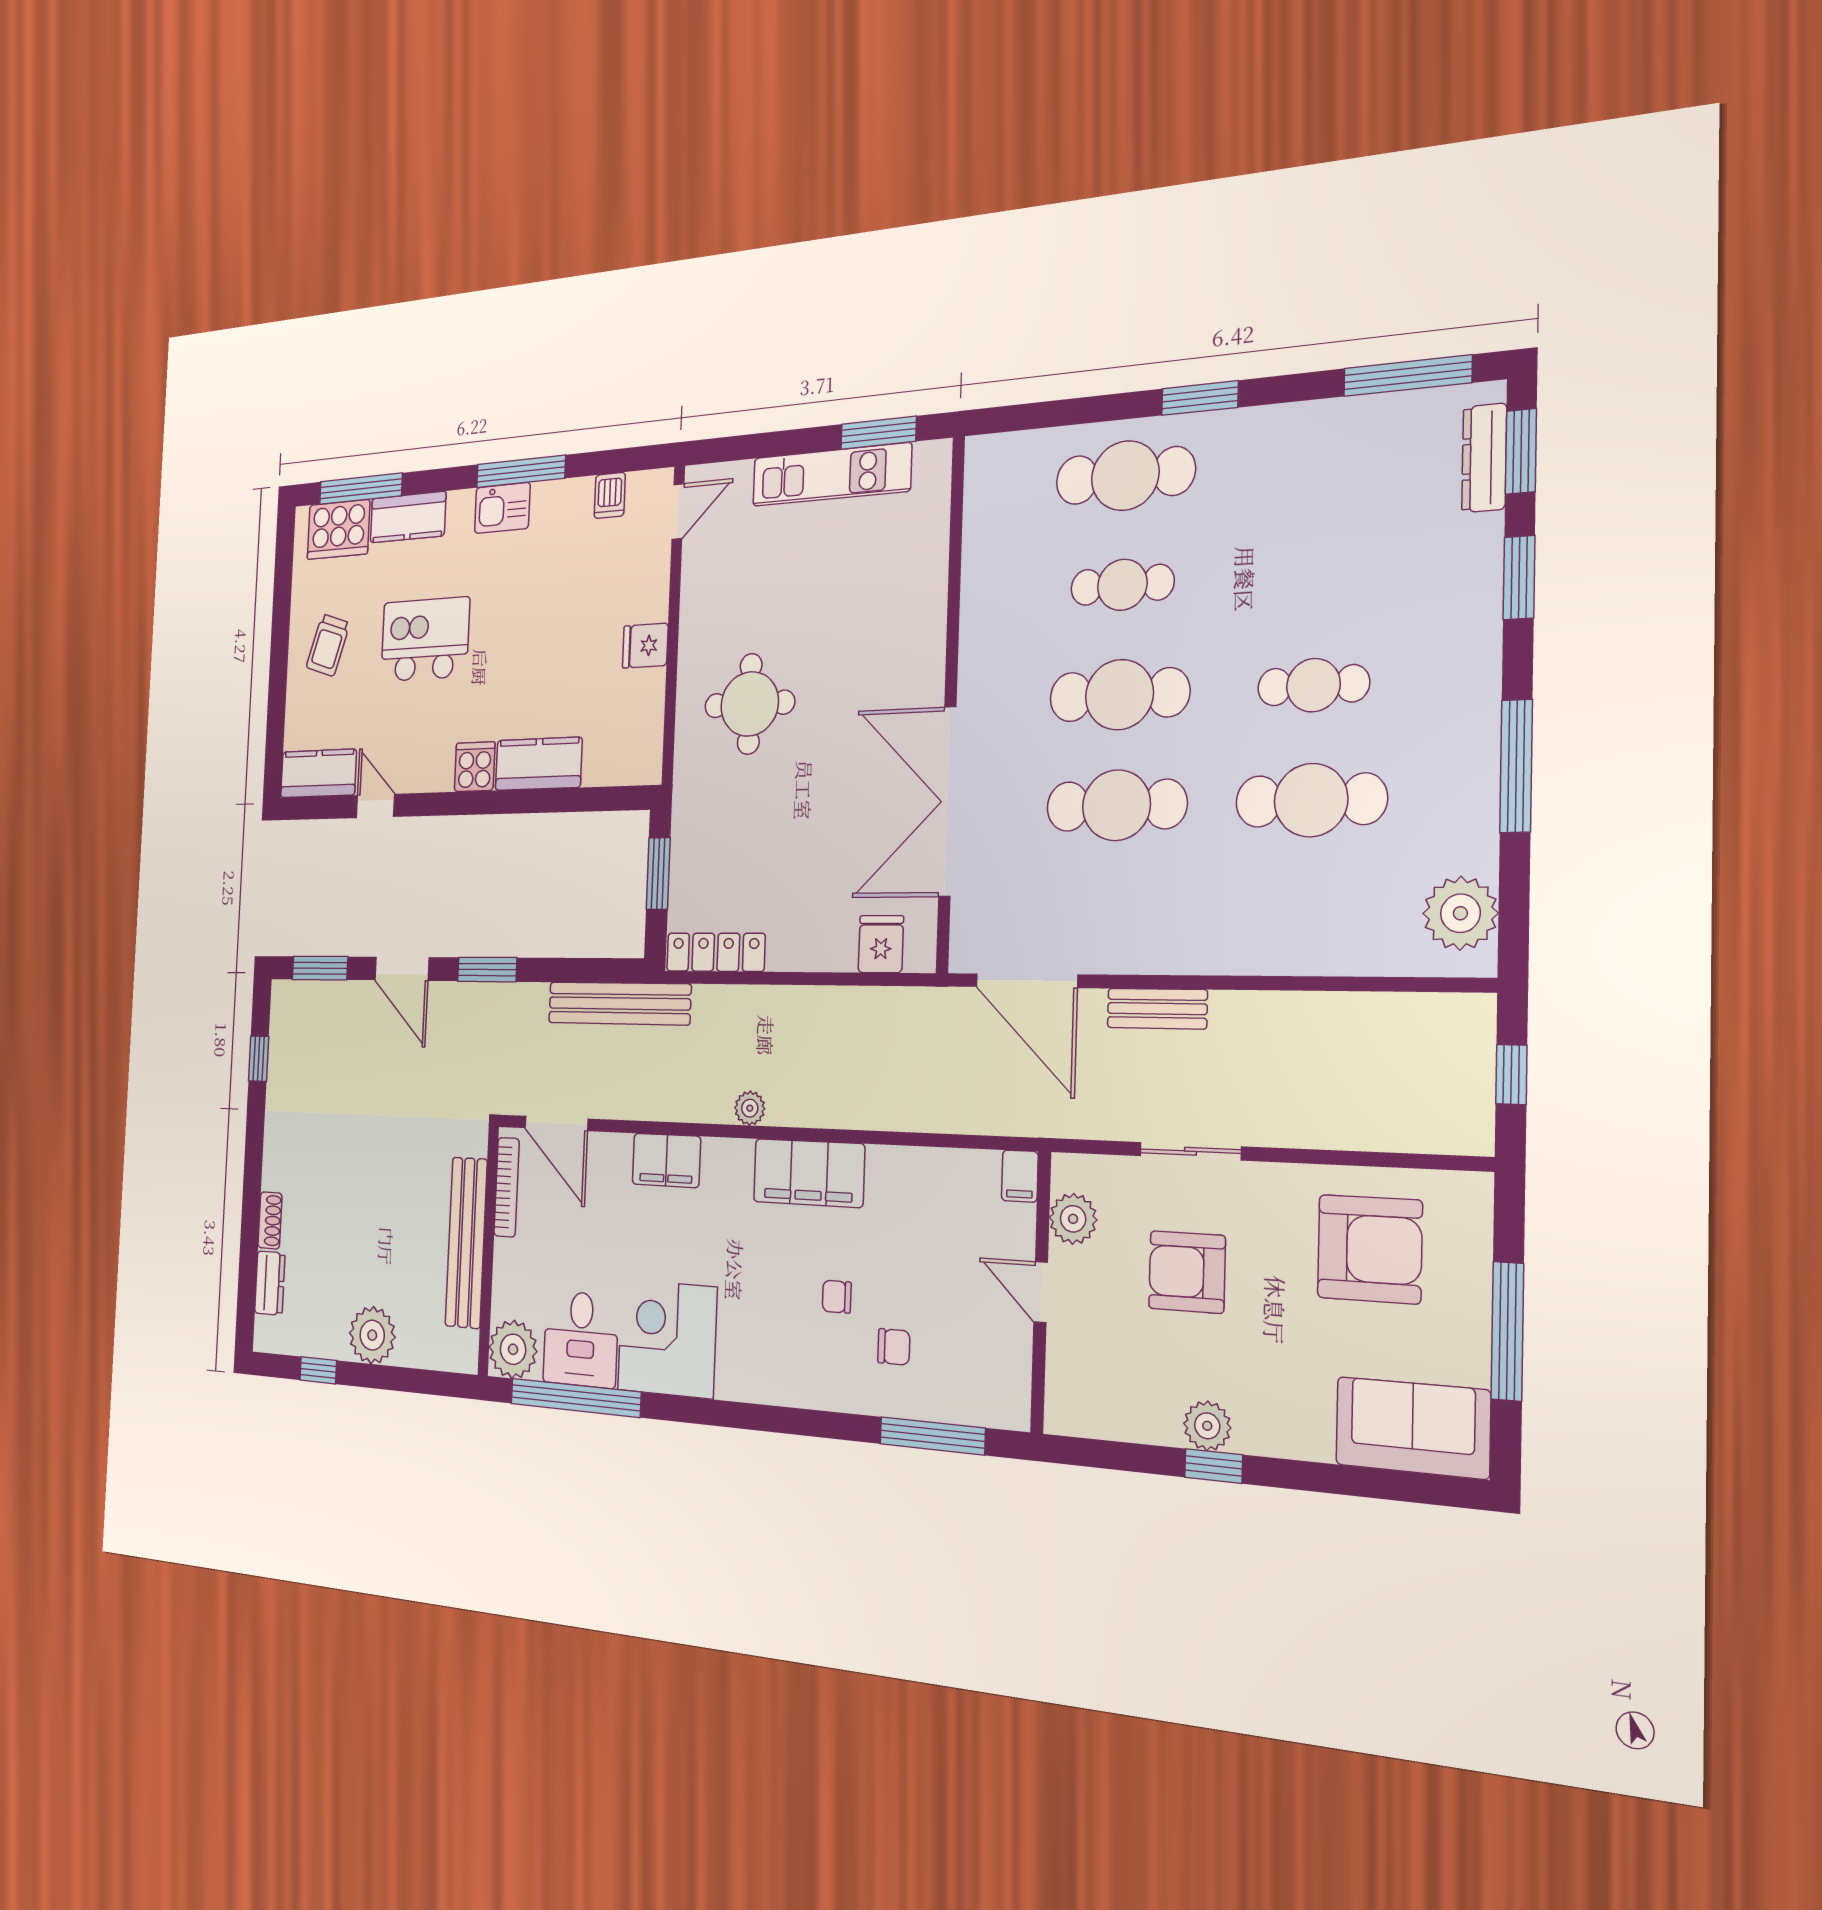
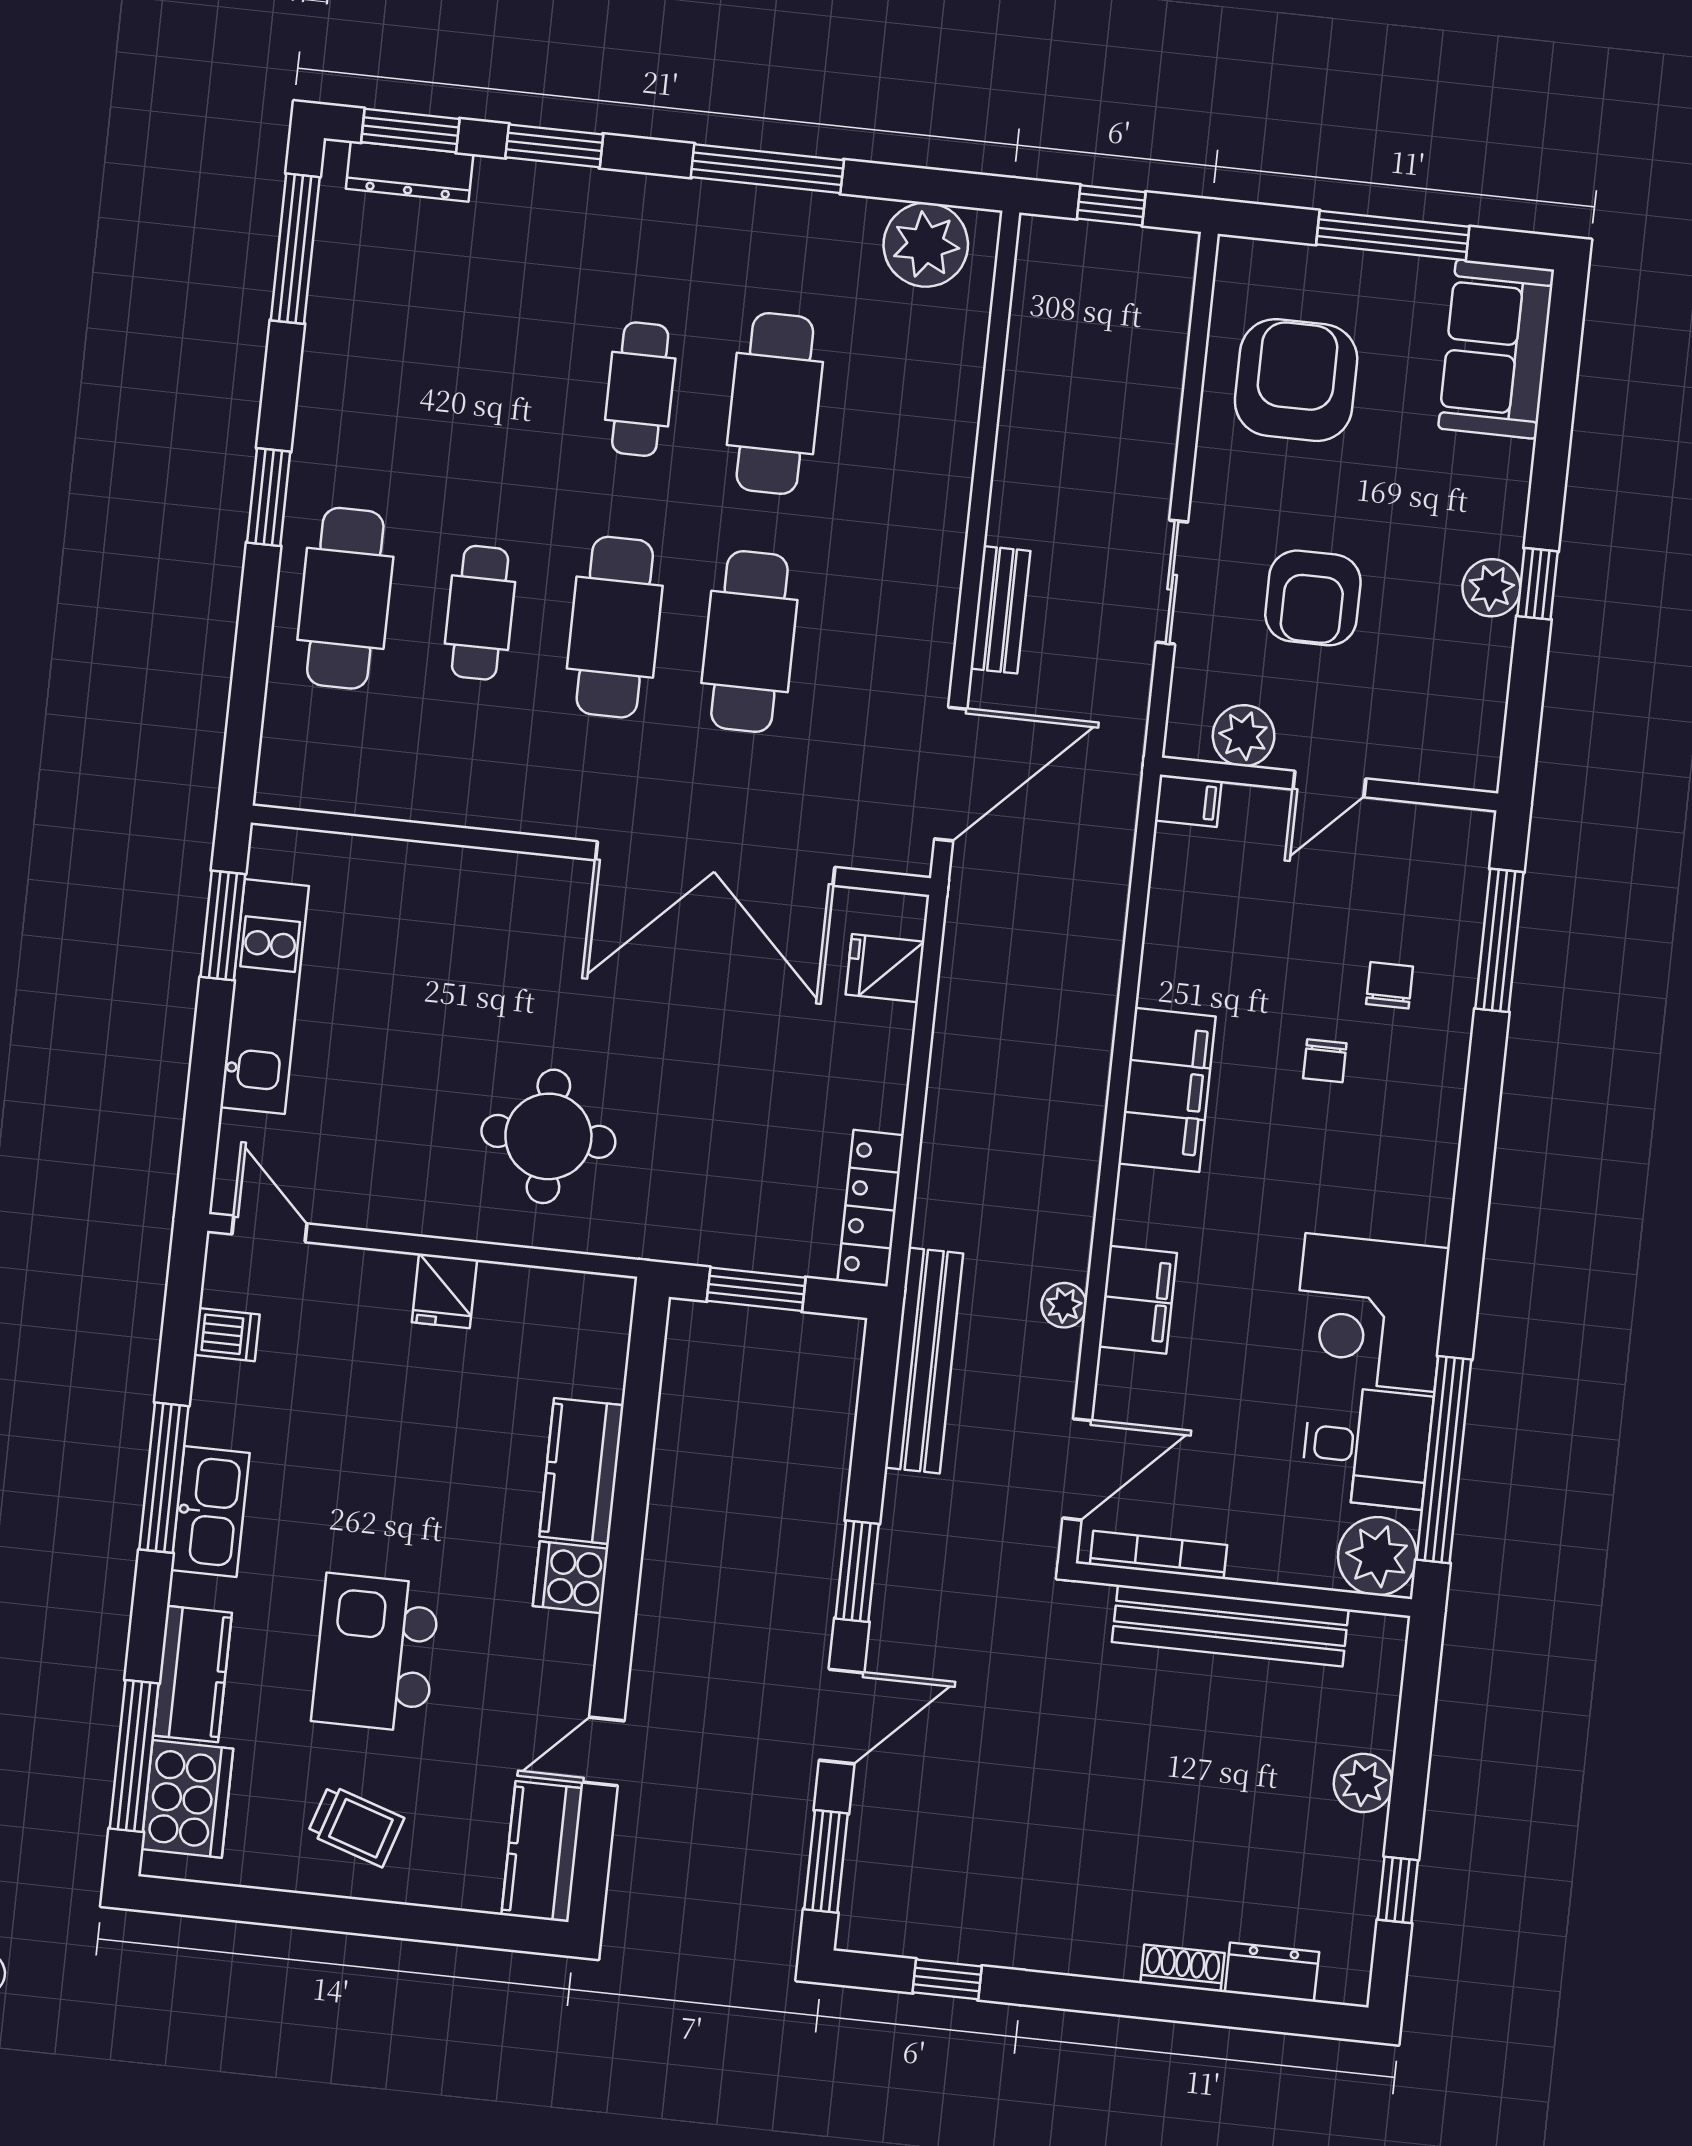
kitchen sink: (502, 508) -> (210, 1511), width x1.38
plant: (750, 1108) -> (1064, 1305), moved
plant: (372, 1335) -> (1363, 1783), width x0.73, depth x0.73

